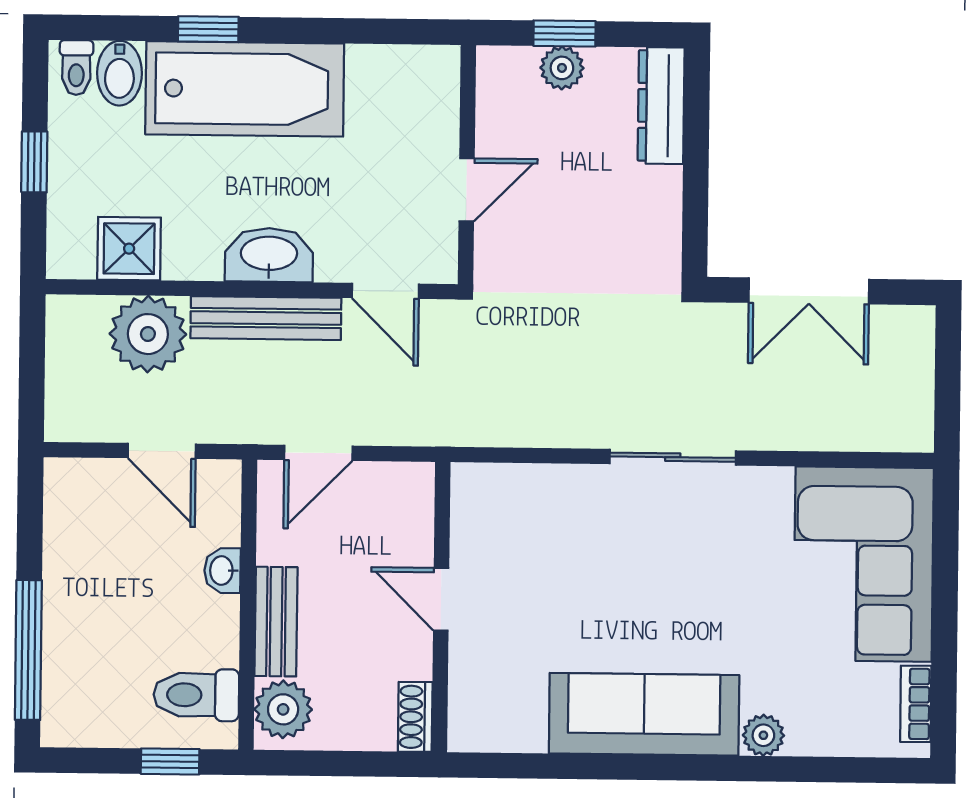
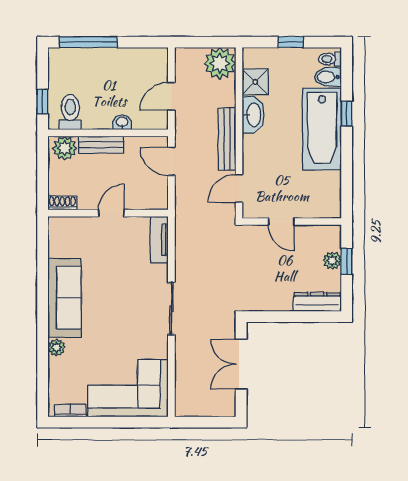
washbasin: (269, 255) -> (253, 115), moved
plant: (148, 334) -> (220, 63), moved
tv unit: (506, 484) -> (159, 240), added

